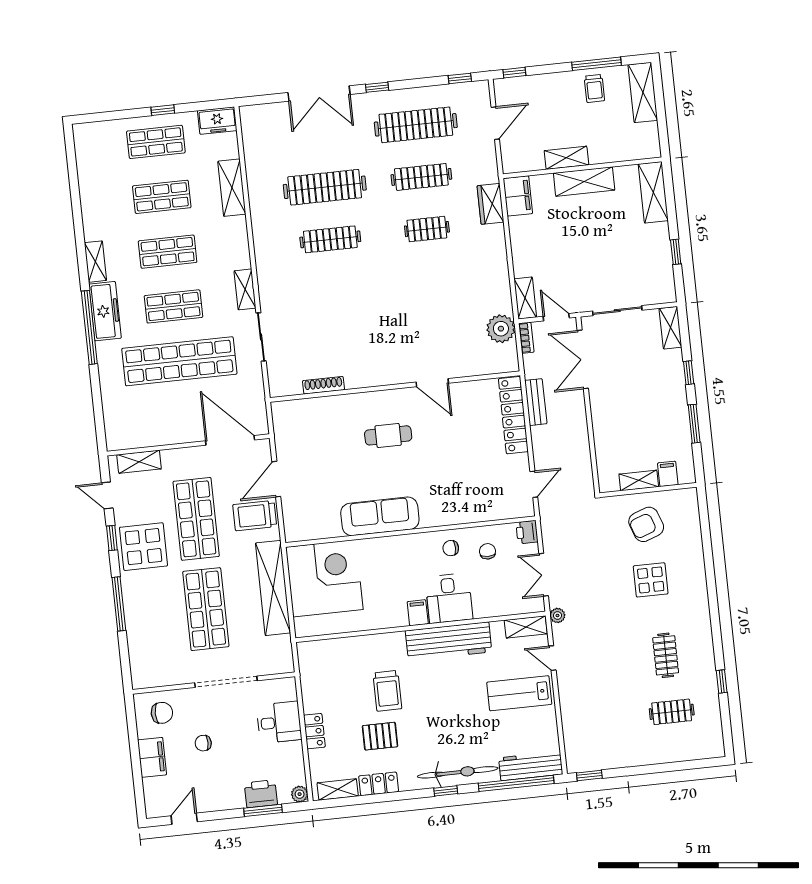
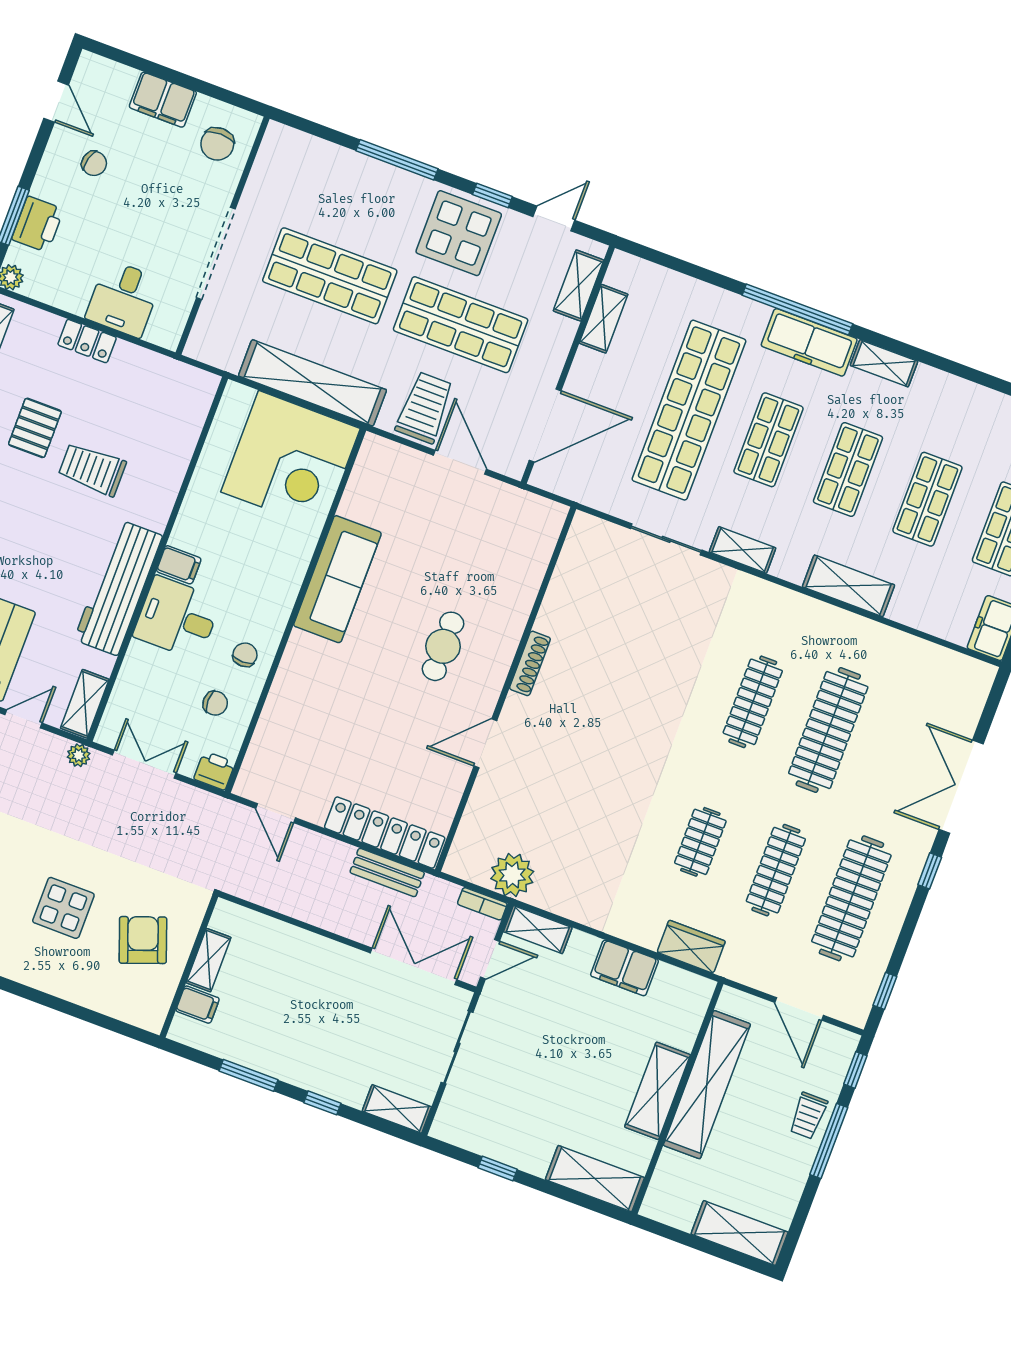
window: (596, 64) -> (829, 1141), moved
trolley: (594, 88) -> (808, 1116), moved, turned -90
shelving: (566, 158) -> (707, 1085), width x2.20, depth x1.33
shelving: (232, 188) -> (848, 586), moved
filing cabinet: (518, 196) -> (624, 968), moved
shoe rack: (323, 385) -> (530, 663), moved
shelving: (151, 437) -> (604, 319), added
chair: (203, 743) -> (94, 163), moved, turned 105

